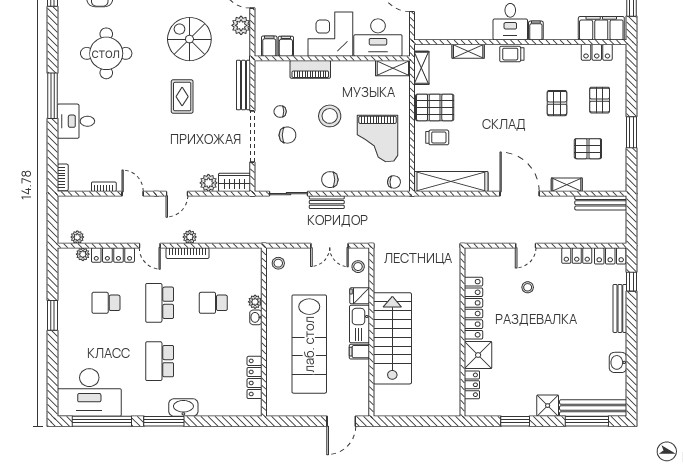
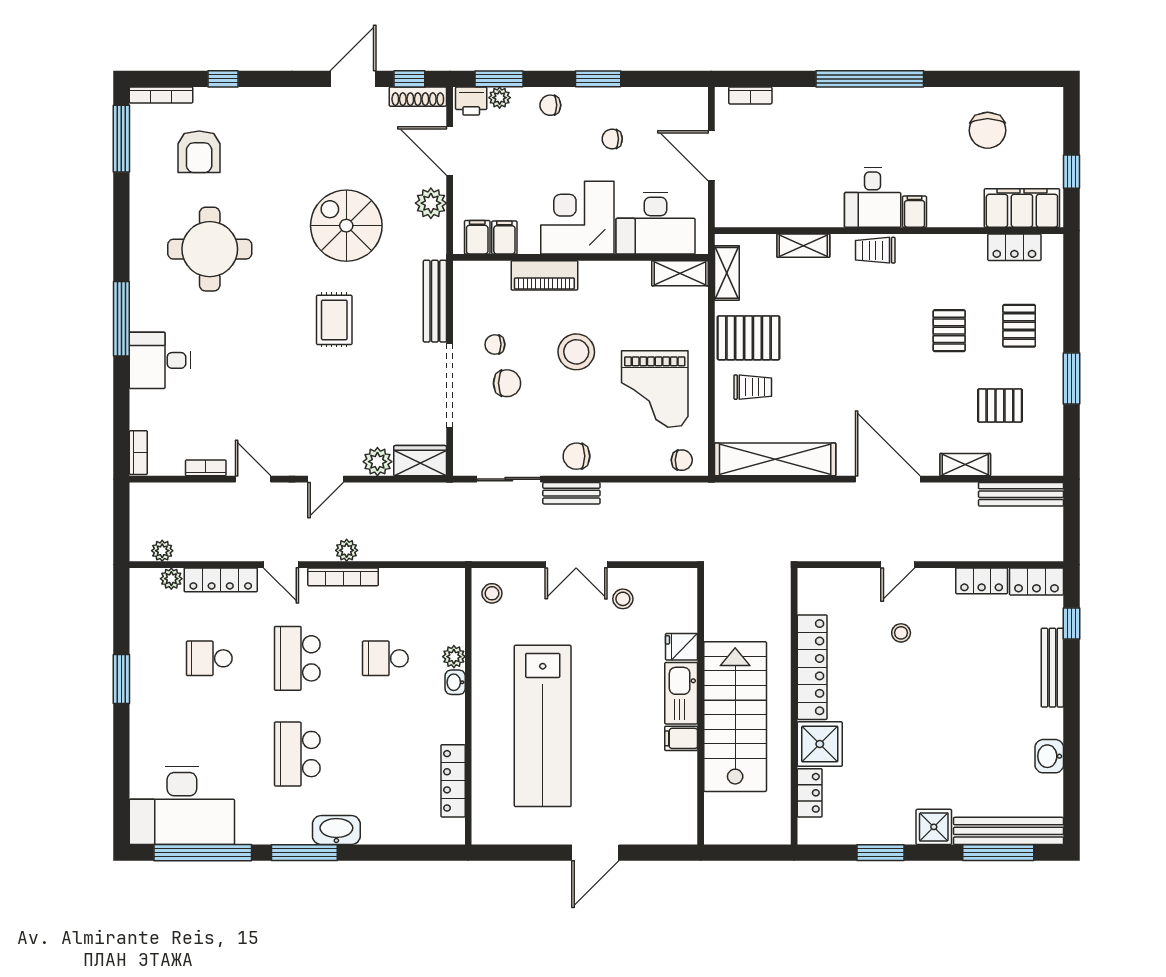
fridge: (360, 296) -> (682, 647), moved
kitchen sink: (359, 324) -> (681, 693), moved
wall: (371, 332) -> (701, 706), moved
stairs: (392, 338) -> (735, 717), moved
filing cabinet: (359, 352) -> (681, 738), moved

